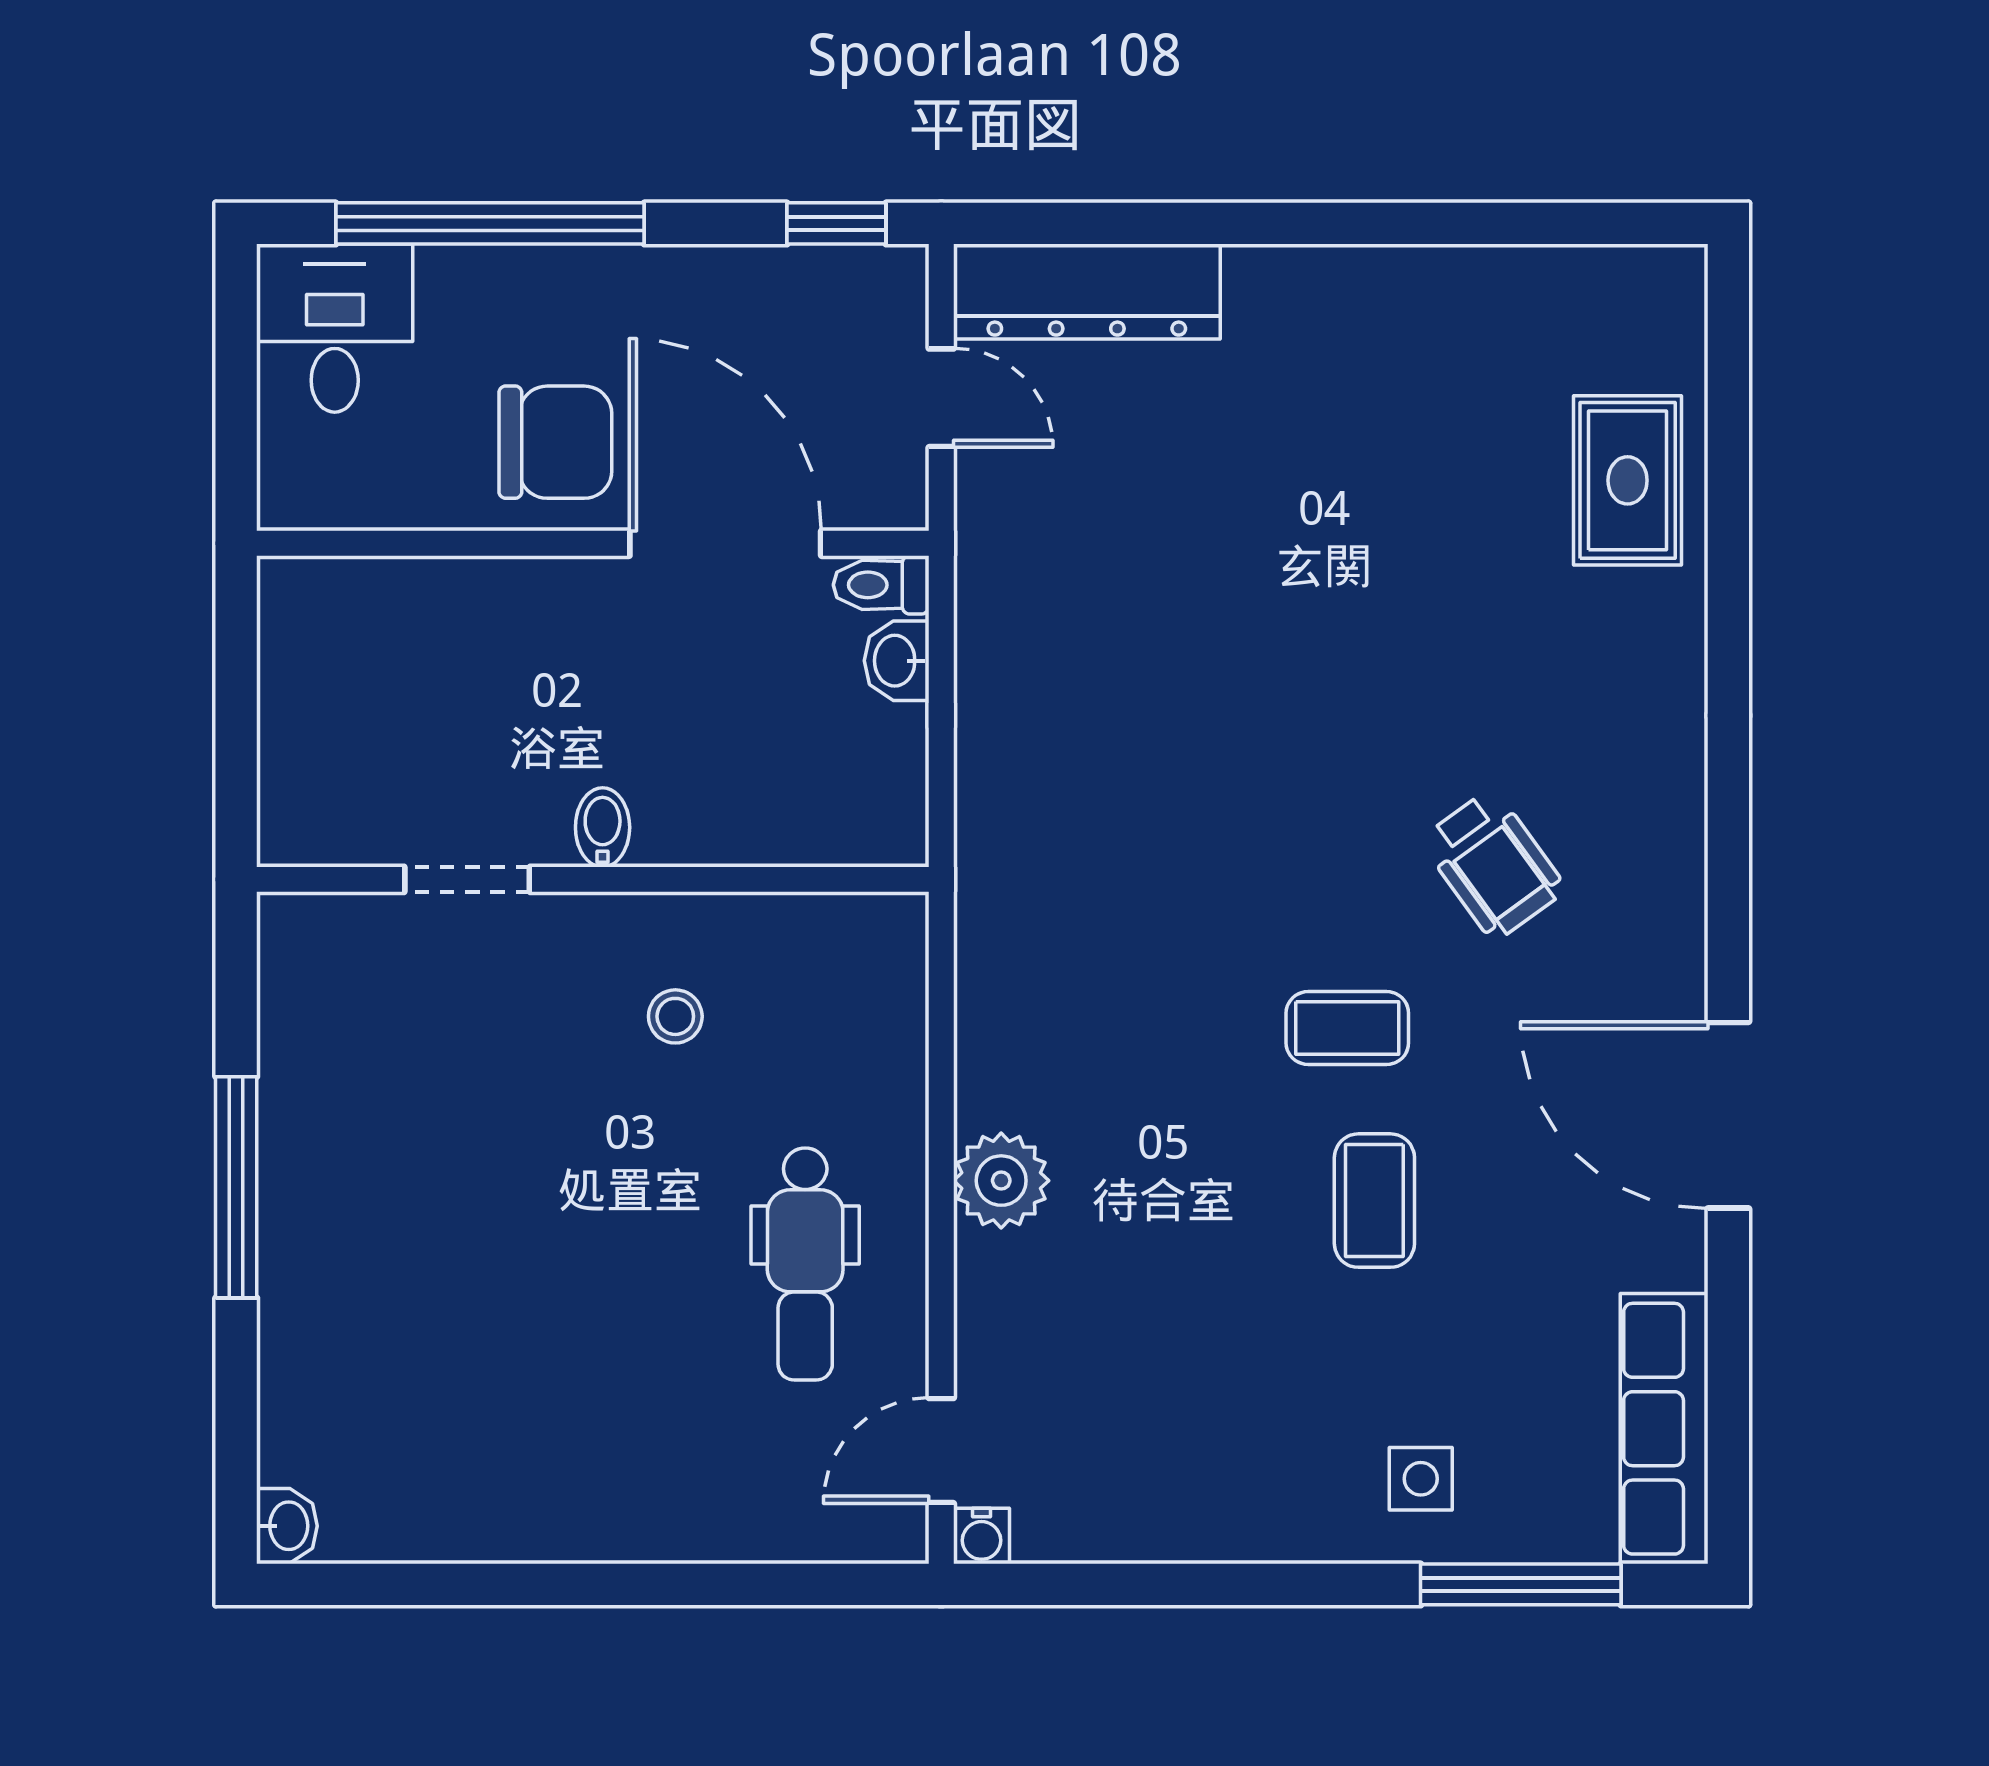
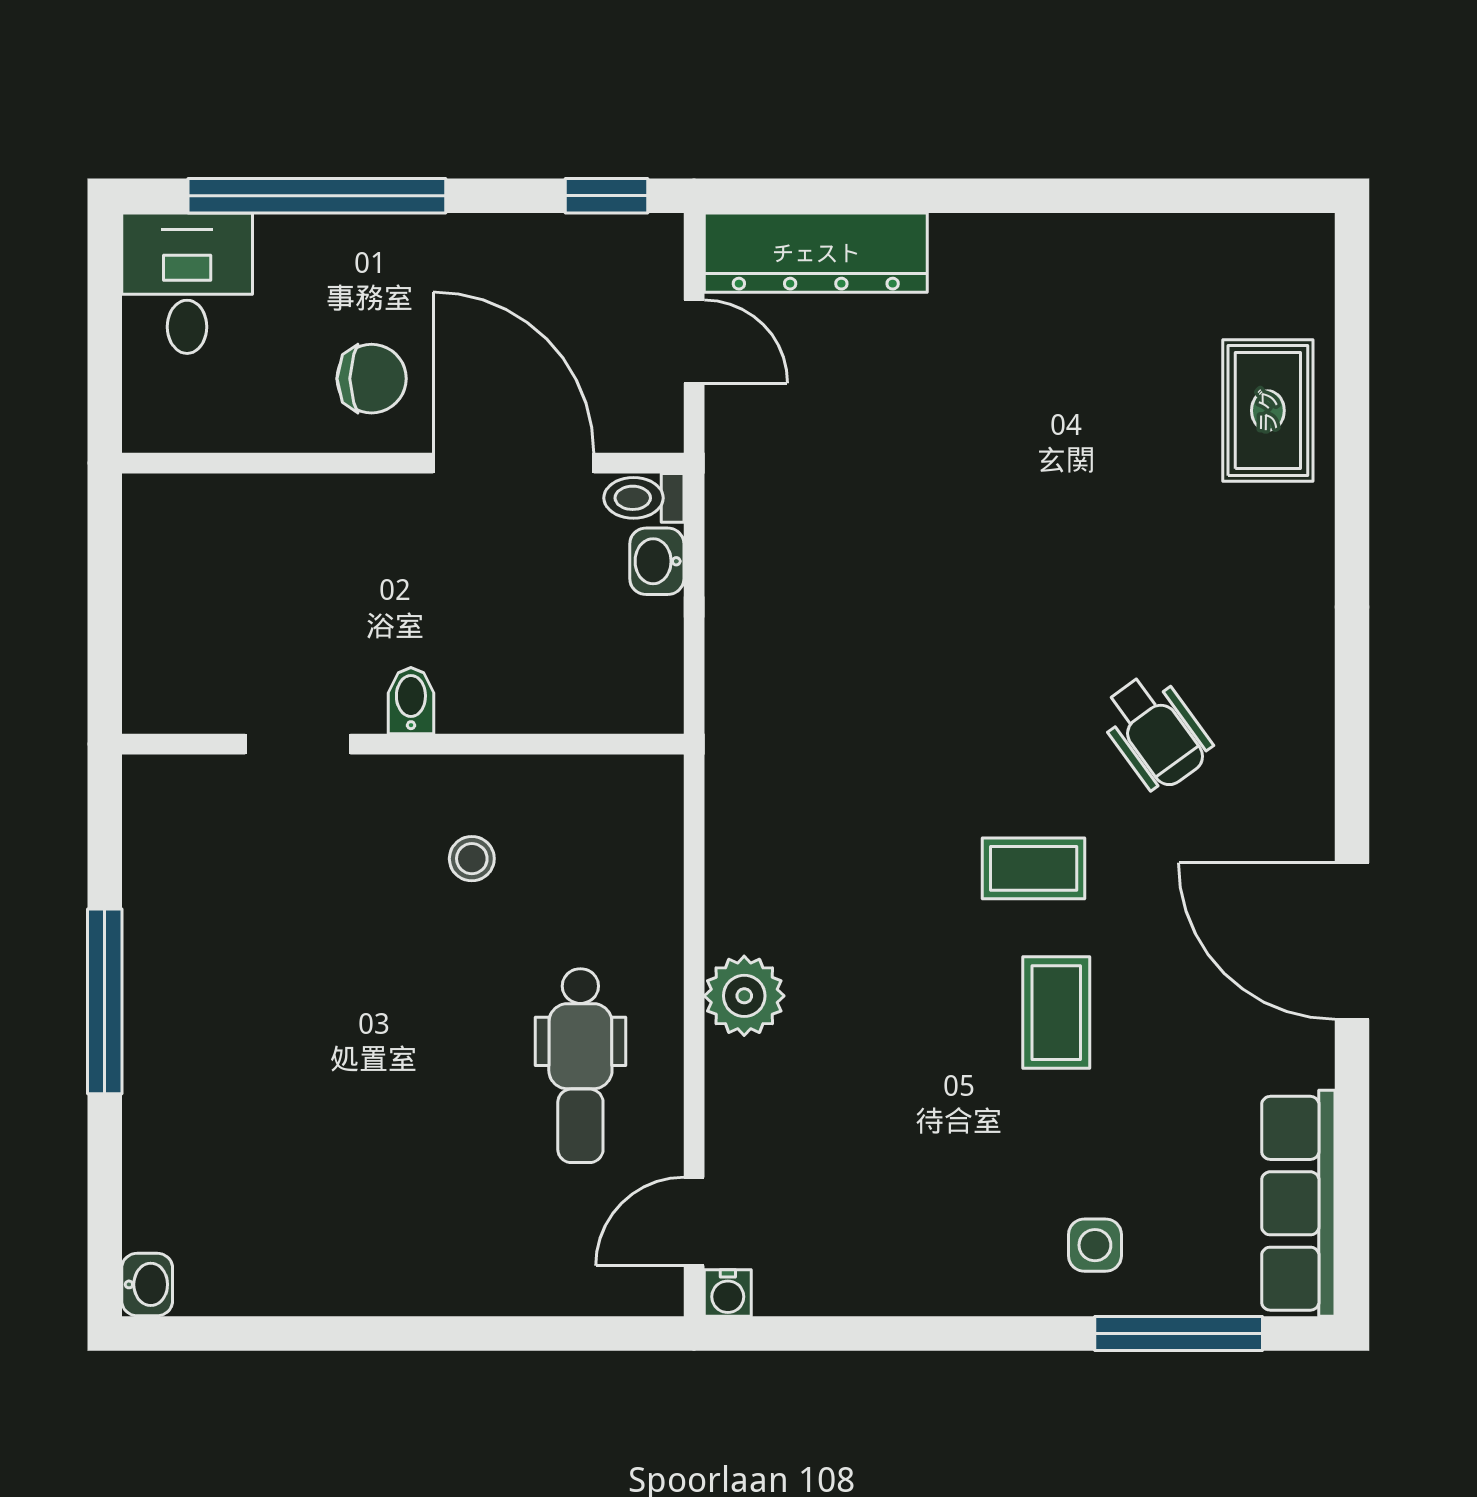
chair: (555, 442) -> (372, 379), width x0.73, depth x0.73

